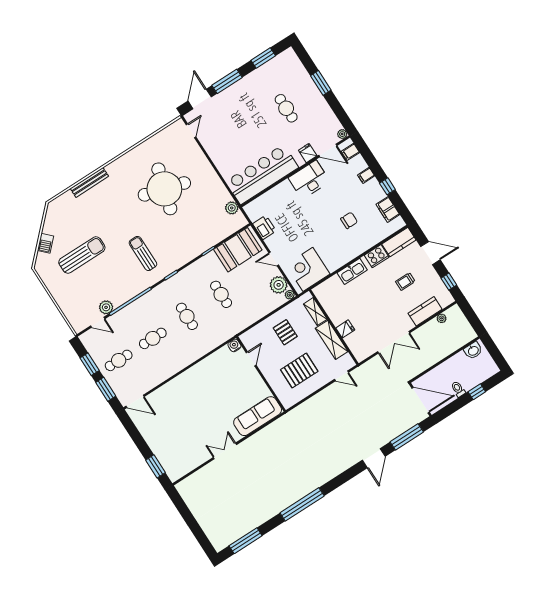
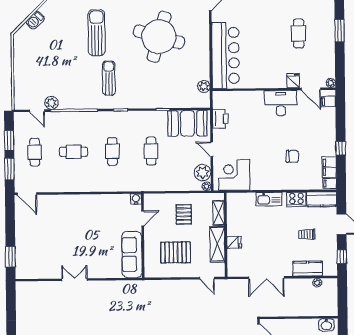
bar counter: (262, 174) -> (225, 55), moved, turned 90
filing cabinet: (366, 175) -> (330, 184), moved
sun lounger: (82, 255) -> (97, 33), moved, turned -90
cafe table: (119, 360) -> (35, 152), turned 90
sofa: (258, 416) -> (132, 254), moved, turned -90

